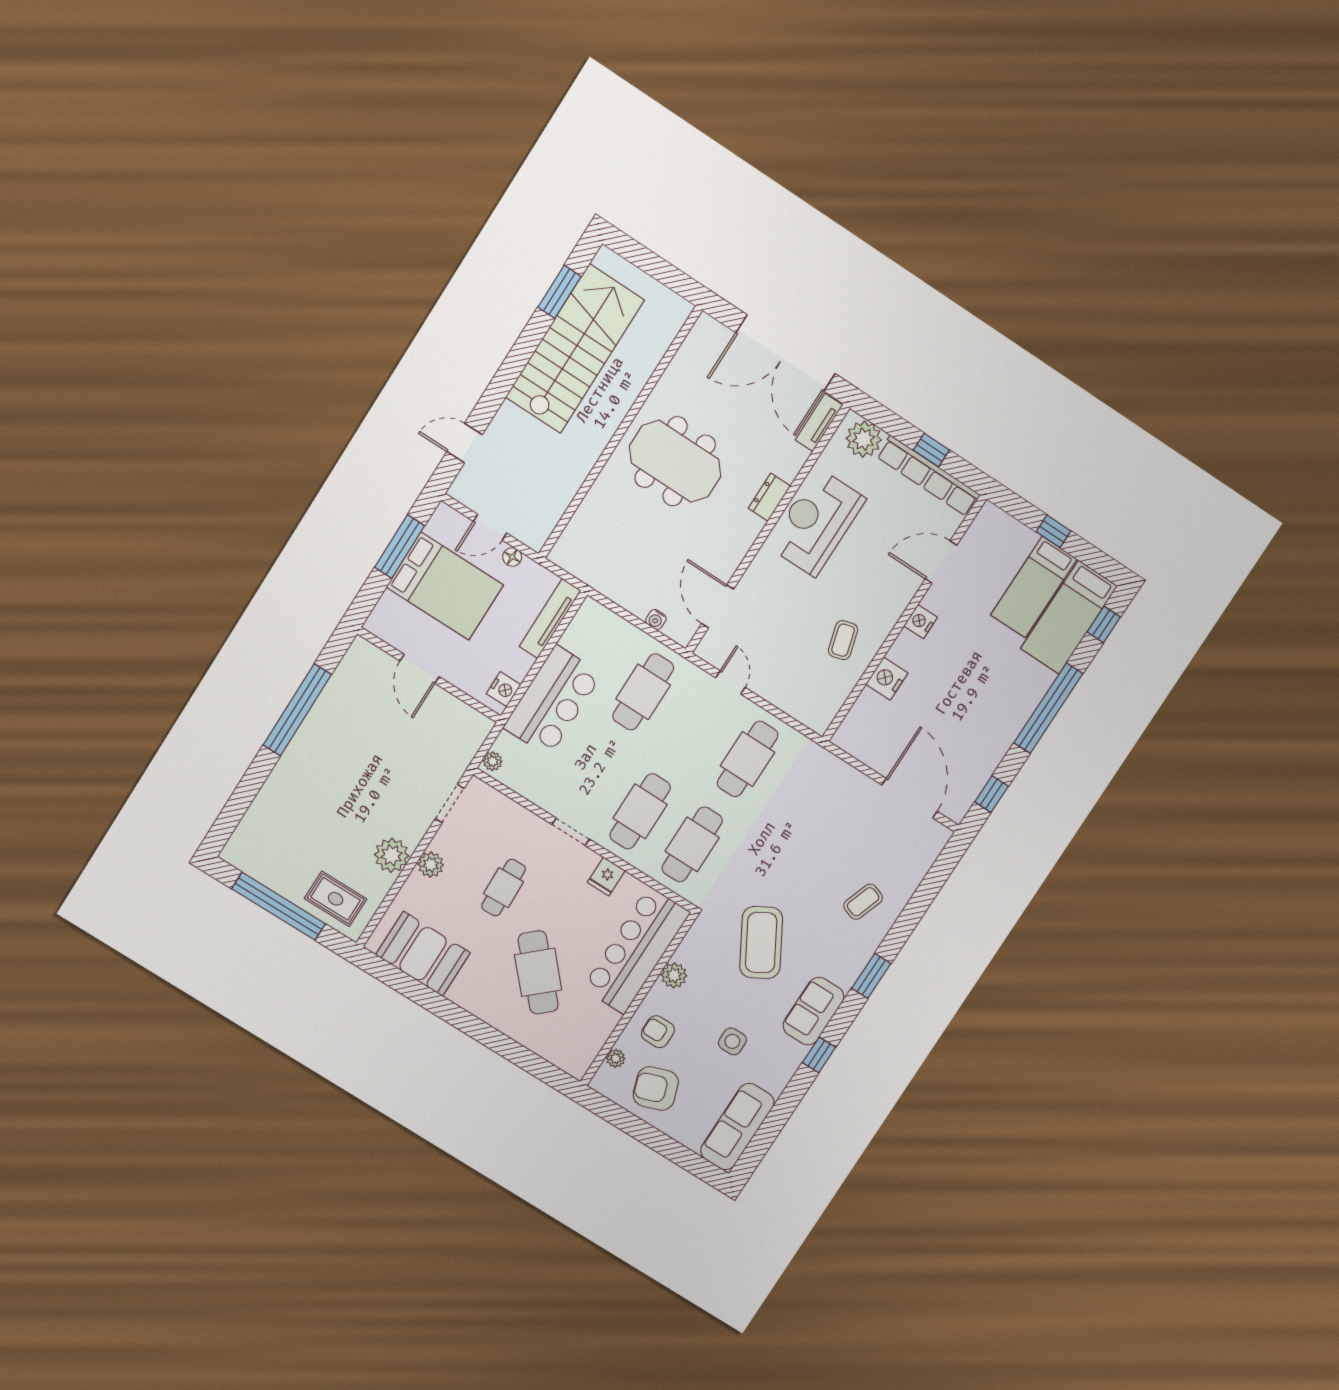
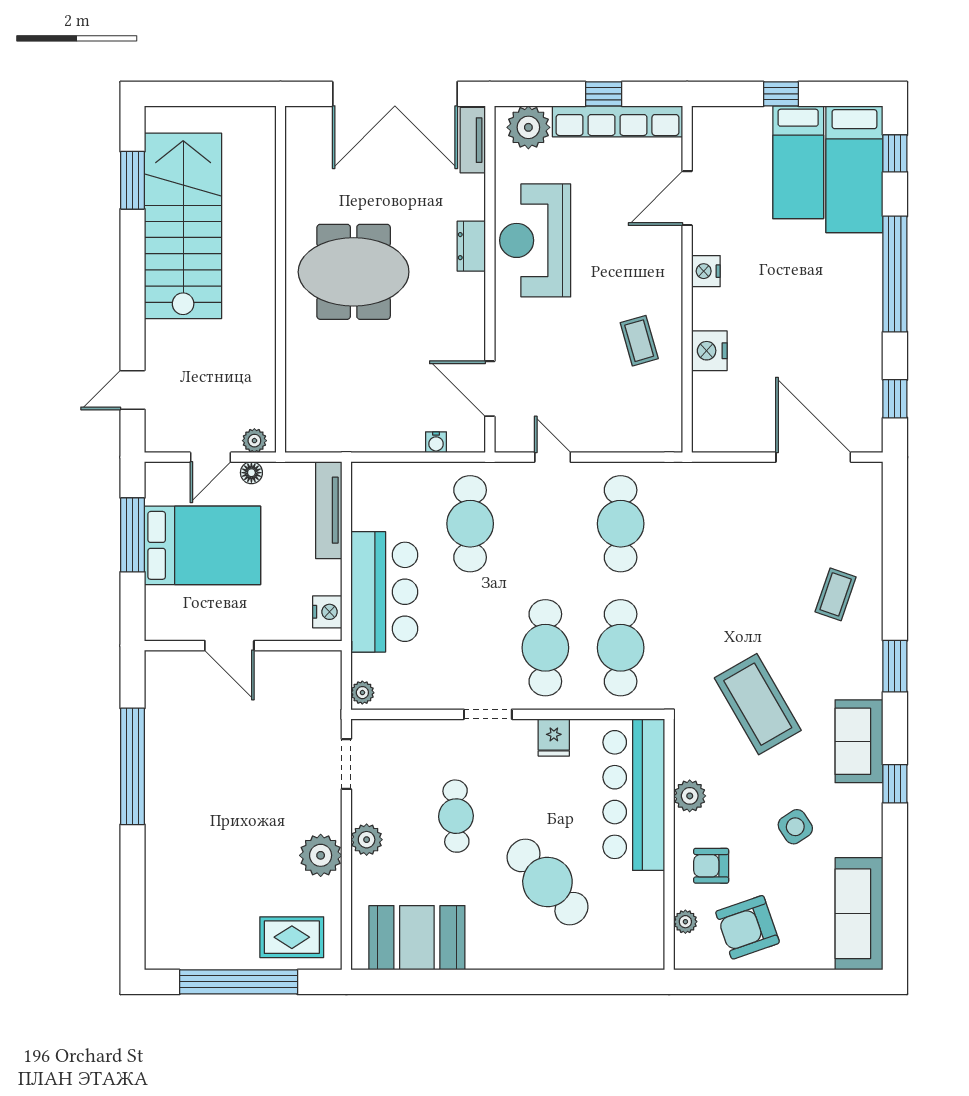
plant: (529, 536) -> (254, 441), added
side table: (732, 1041) -> (795, 827), turned -33

